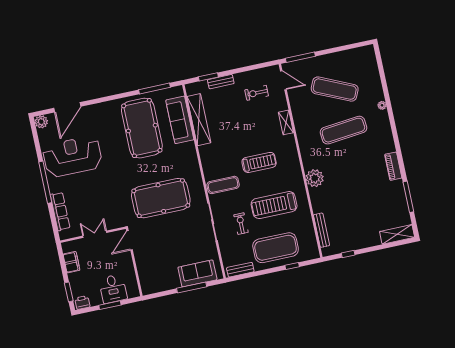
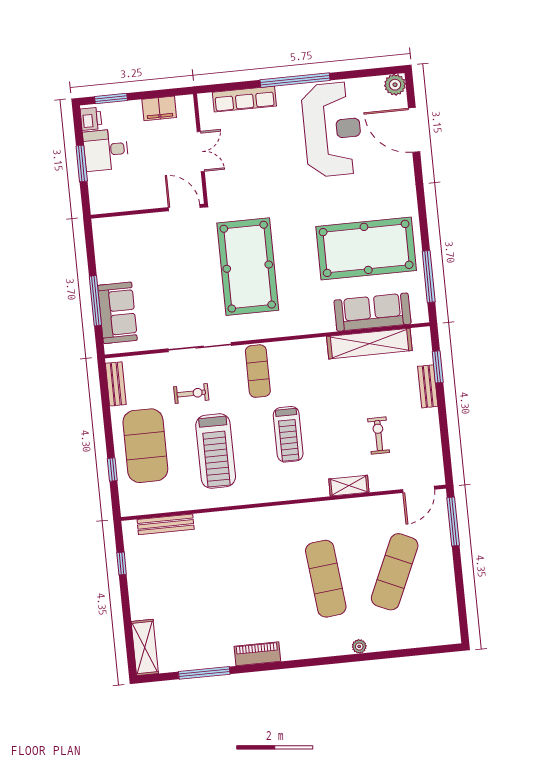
exercise bike: (257, 93) -> (379, 436), moved
plant: (315, 178) -> (252, 523), removed
treadmill: (274, 205) -> (216, 451), turned 180
desk: (113, 289) -> (106, 150), moved

